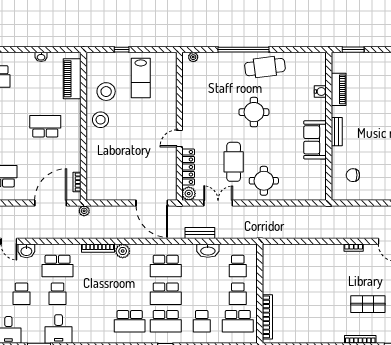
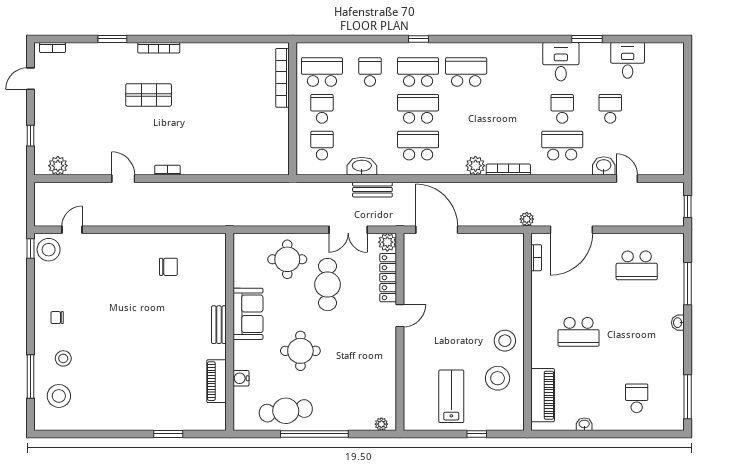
piano: (339, 89) -> (217, 381), moved
water cooler: (320, 91) -> (241, 378), moved
wall: (329, 126) -> (230, 332), moved
bench: (337, 132) -> (219, 325), moved
sofa: (315, 140) -> (248, 314), moved

